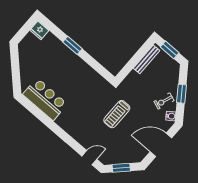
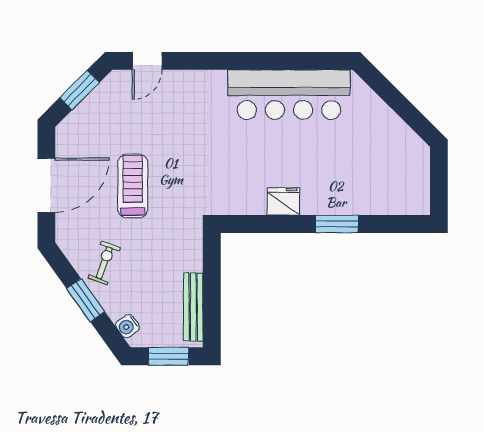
fridge: (39, 30) -> (283, 201), moved
bar counter: (45, 99) -> (289, 95), width x1.36
treadmill: (117, 114) -> (133, 186), moved
water cooler: (171, 116) -> (128, 326), moved

